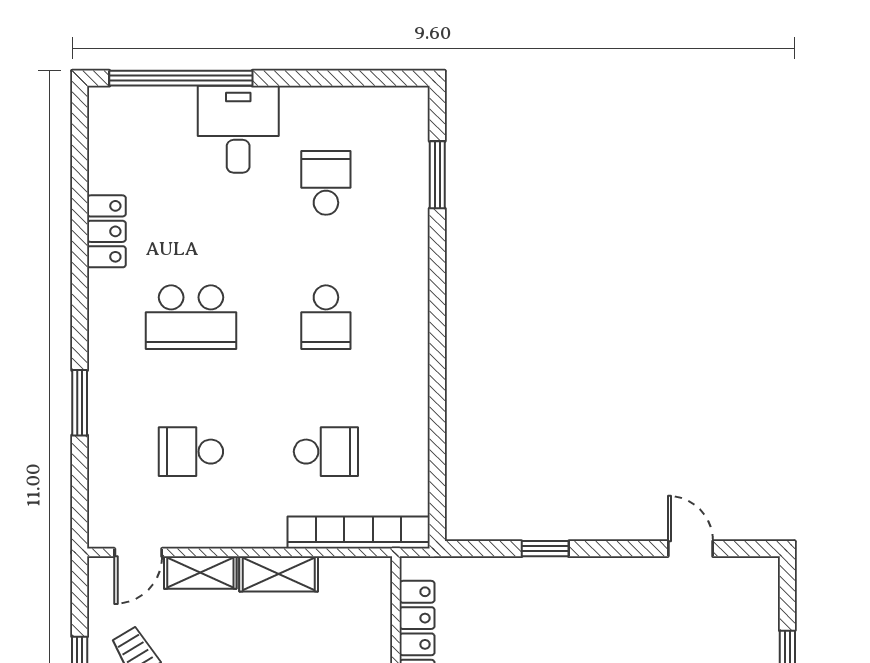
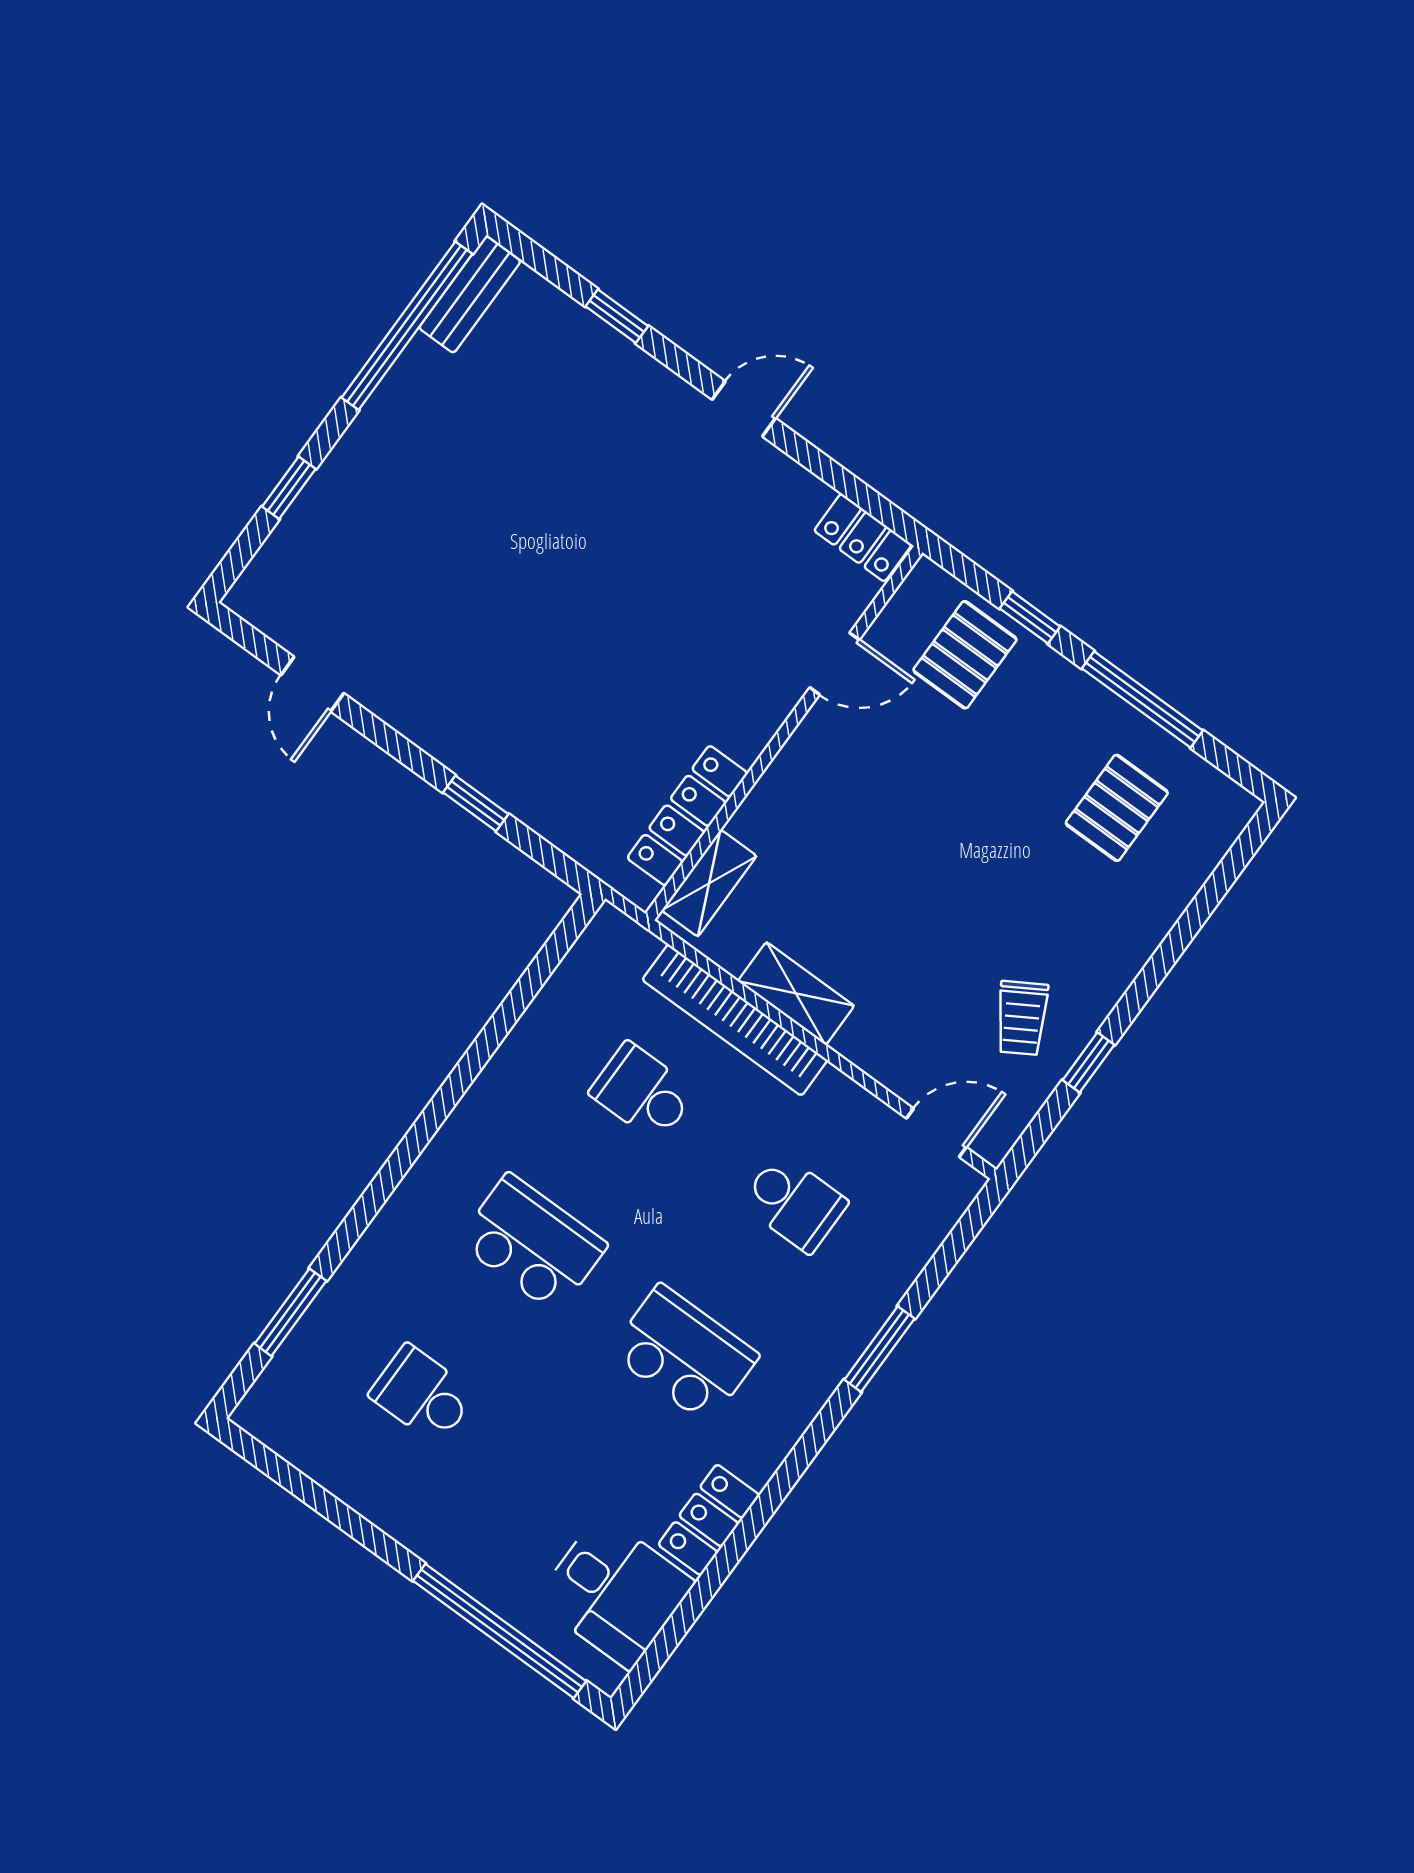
desk: (238, 129) -> (615, 1592), moved, turned -90
school desk: (326, 183) -> (422, 1394), turned 90
school desk: (326, 317) -> (532, 1243), width x1.85
bookcase: (359, 533) -> (735, 1020), moved
shelving: (200, 573) -> (709, 883), moved, turned 90

